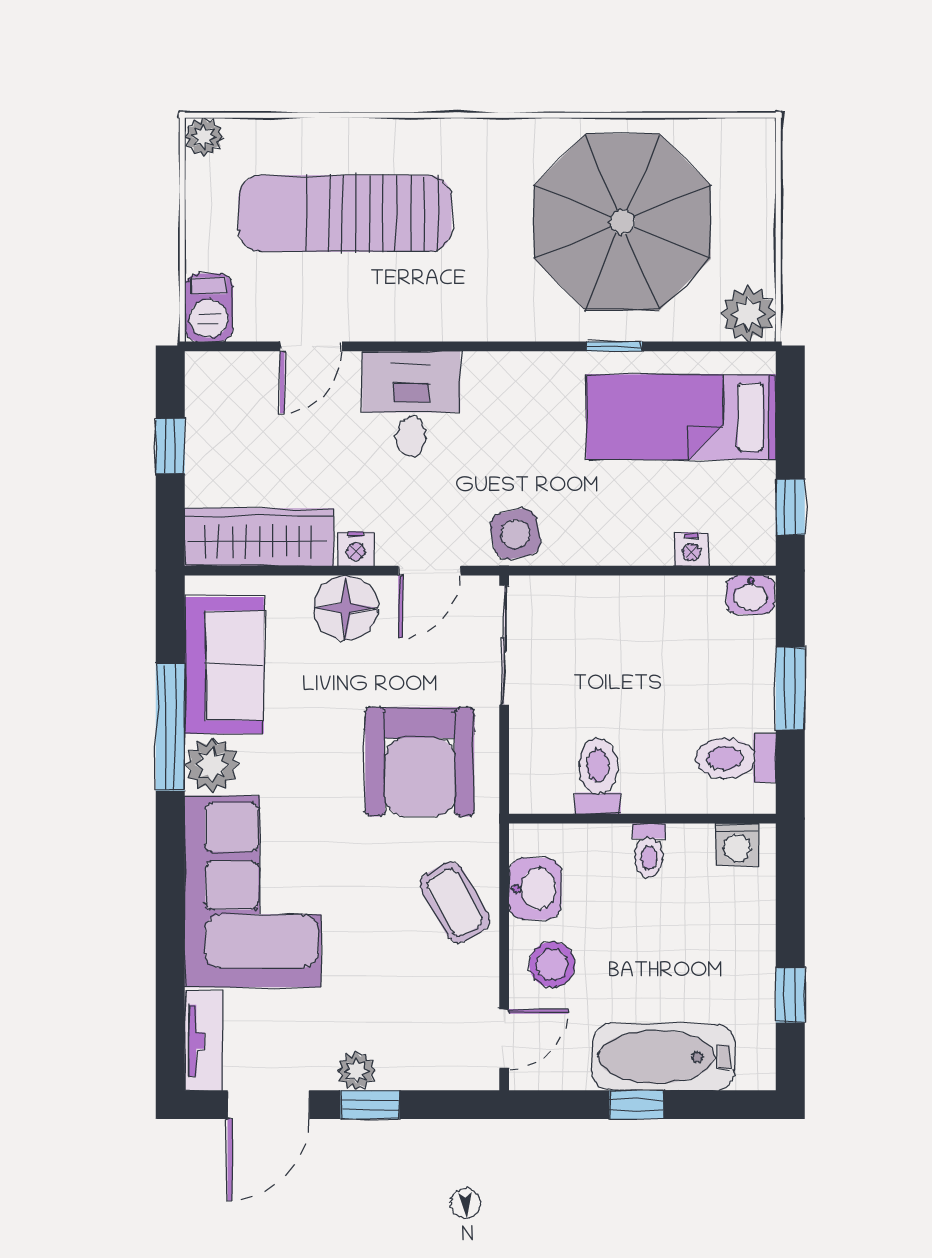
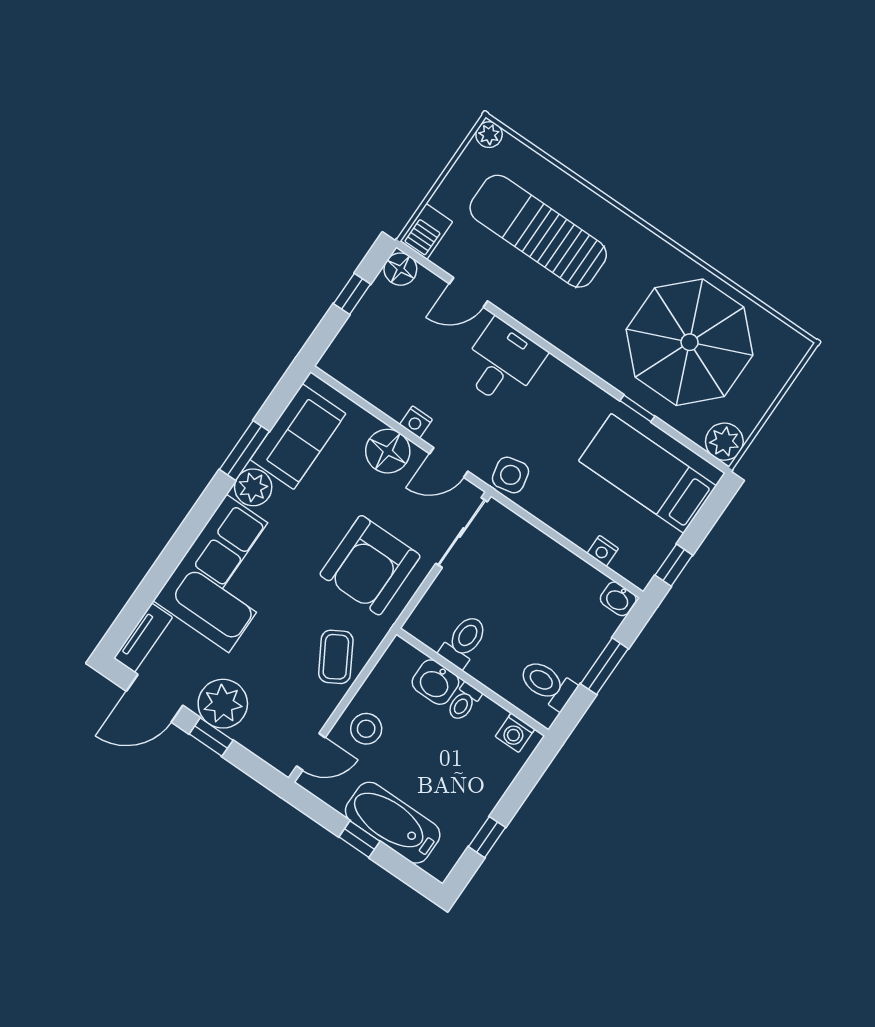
floor lamp: (209, 375) -> (400, 269), added
wardrobe: (259, 537) -> (367, 379), removed
window: (170, 727) -> (244, 450), width x0.69
washbasin: (535, 889) -> (435, 682), moved, turned 90
plant: (356, 1071) -> (223, 704), width x1.88, depth x1.88

